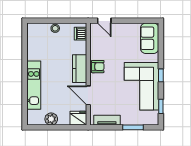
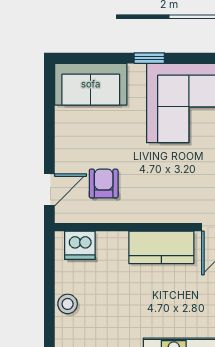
armchair: (98, 67) -> (104, 184), moved
window: (161, 75) -> (149, 58), moved

